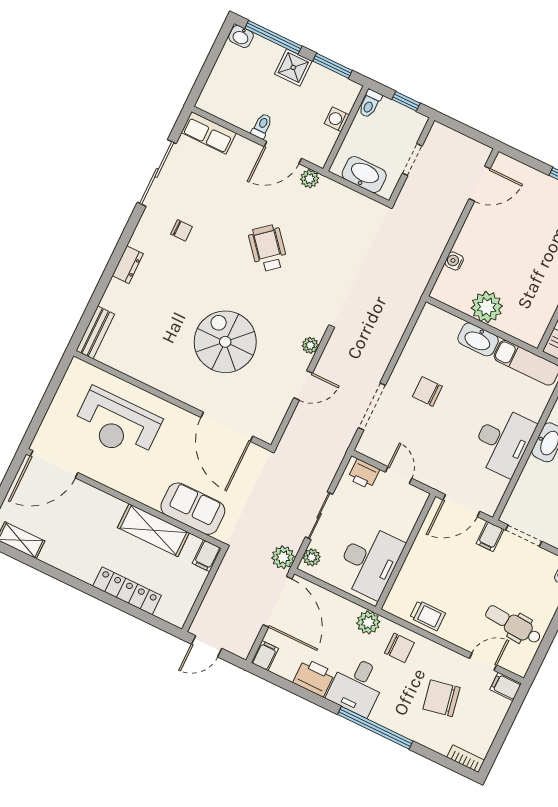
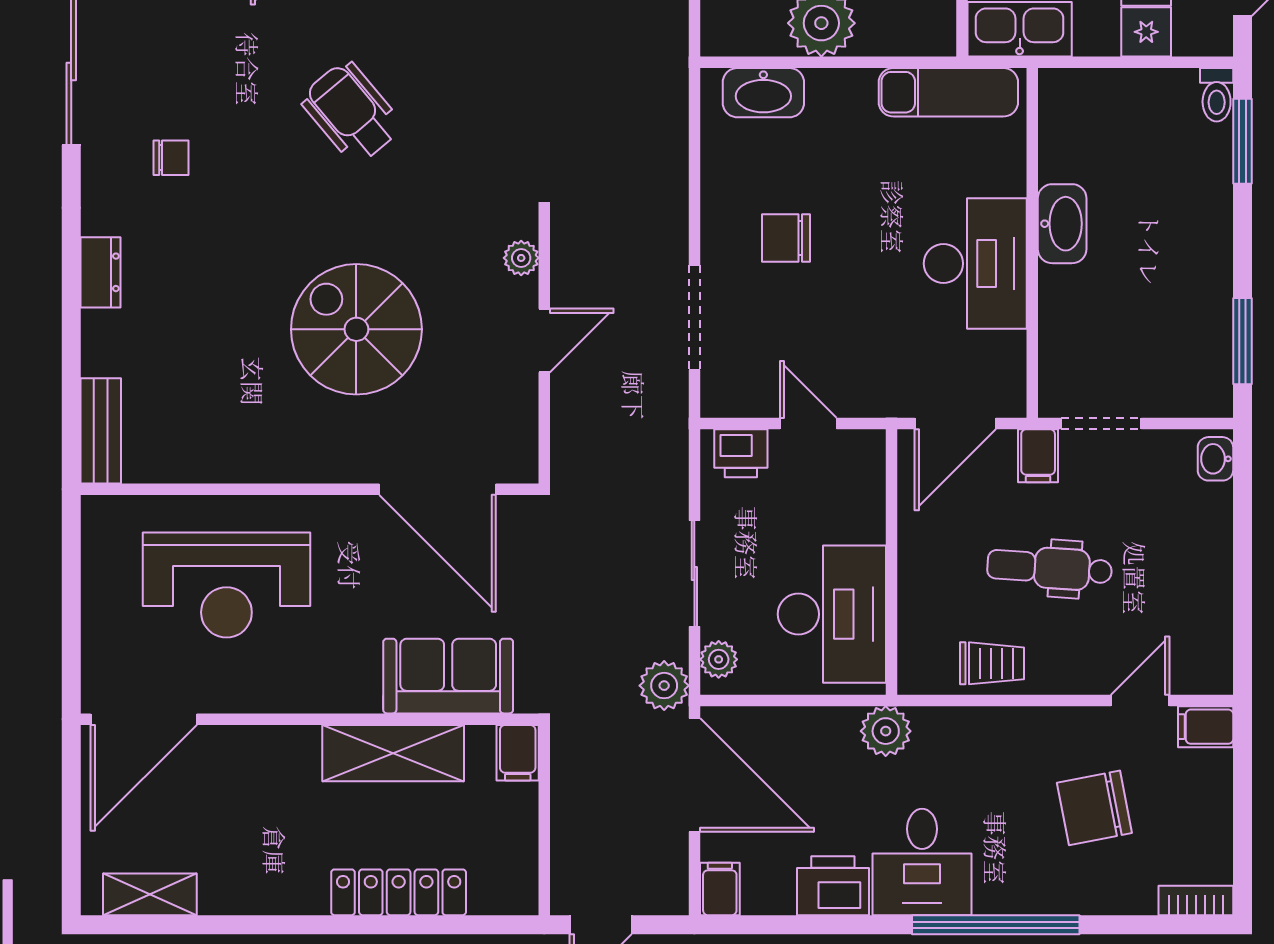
washbasin: (478, 339) -> (763, 93), moved
dental chair: (513, 625) -> (1050, 568), moved
chair: (399, 648) -> (968, 751), removed

